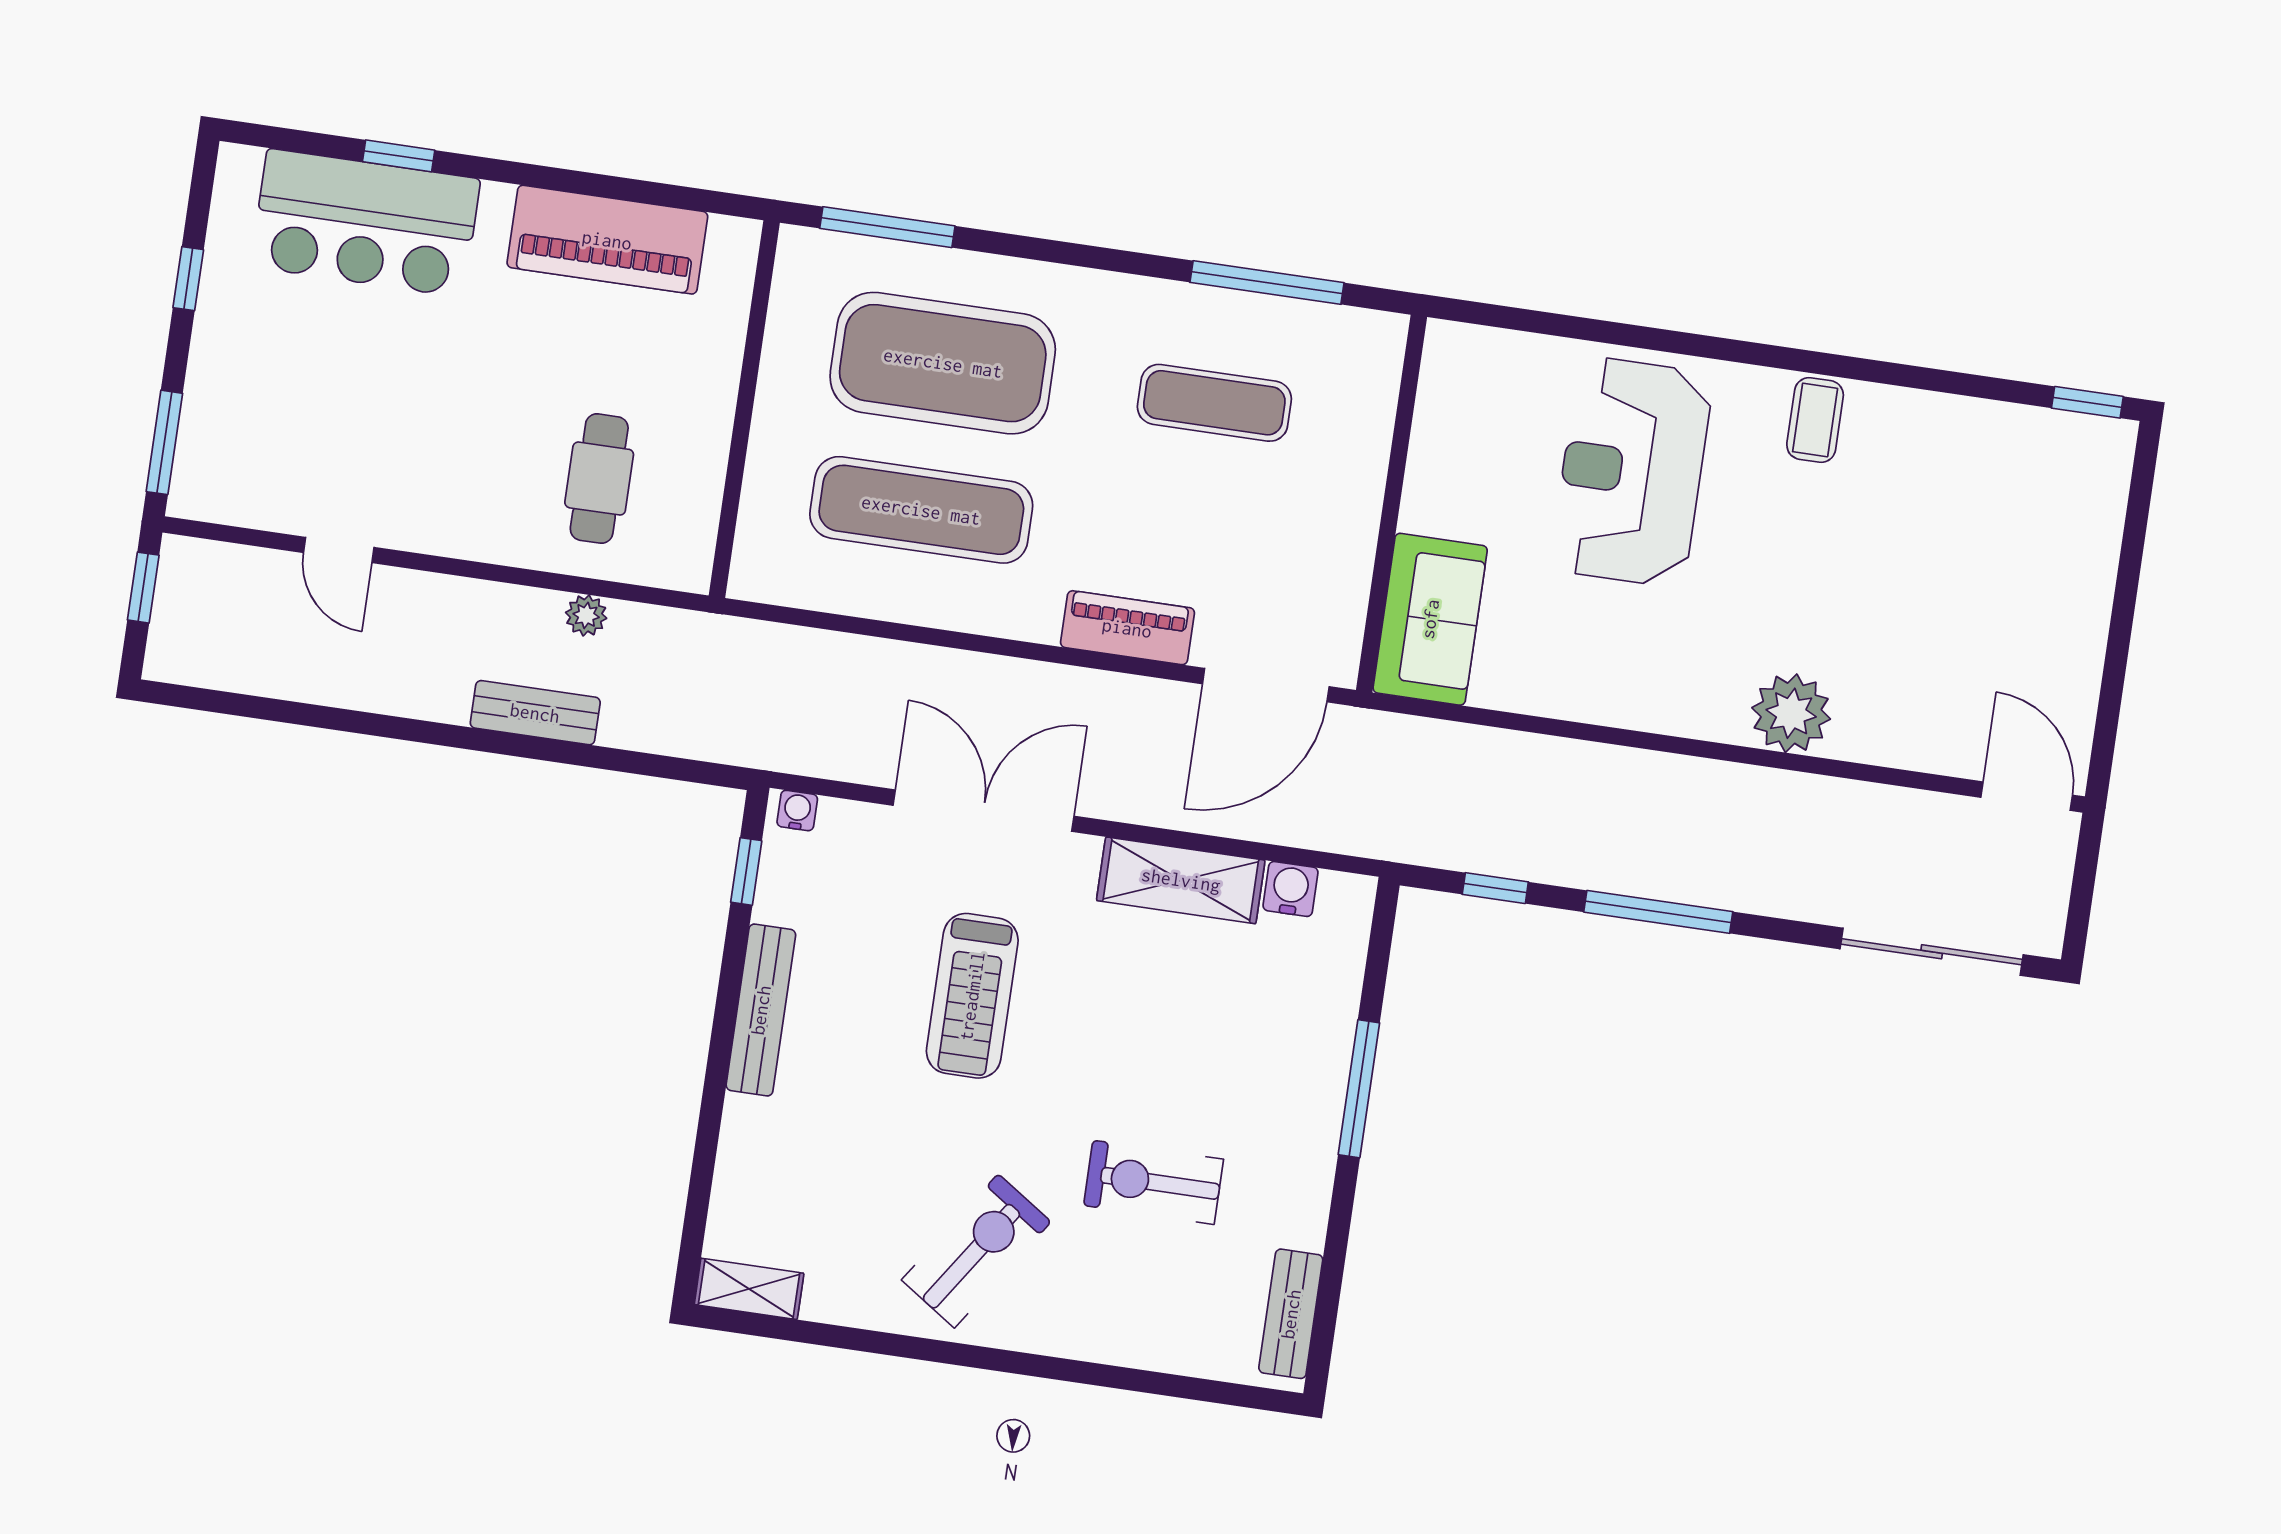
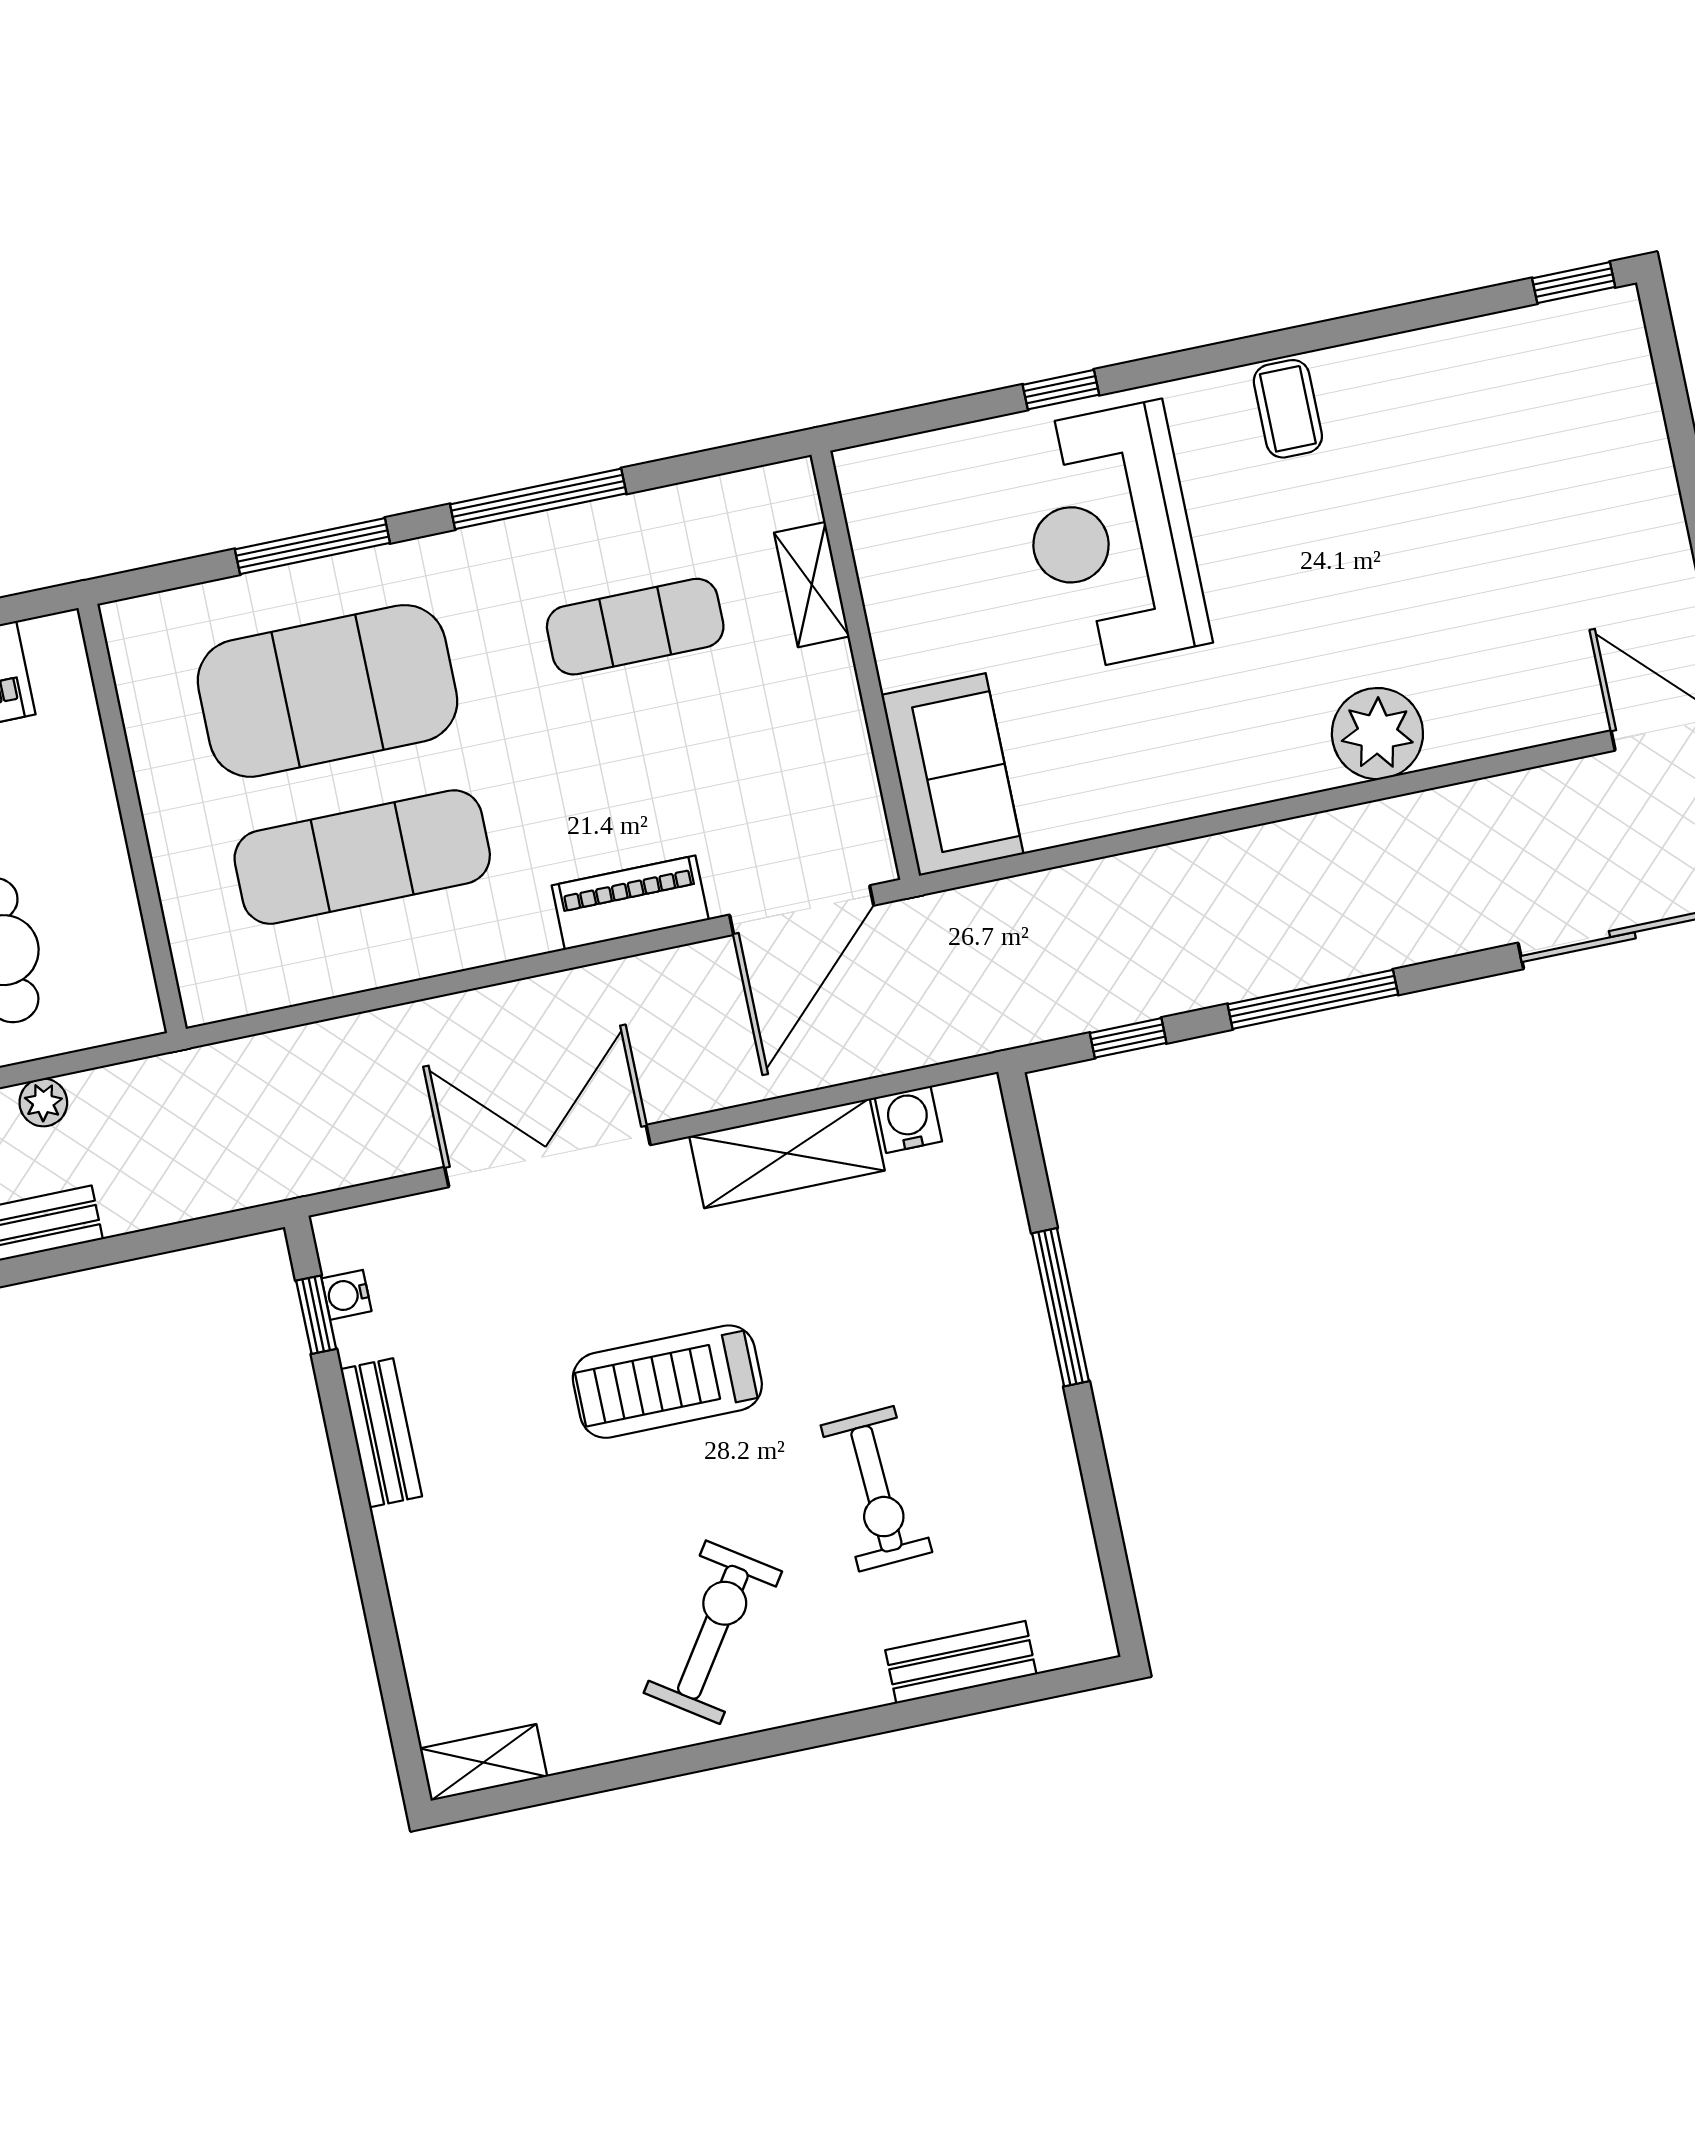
window: (887, 227) -> (312, 546), moved
window: (1267, 283) -> (538, 499), moved
window: (1635, 336) -> (1061, 390), added
shelving: (1372, 421) -> (812, 585), added
water cooler: (797, 811) -> (347, 1295), moved, turned -90
treadmill: (972, 996) -> (667, 1382), moved, turned 90
bench: (761, 1010) -> (381, 1433), width x0.73
exercise bike: (1154, 1182) -> (876, 1489), turned -93
bench: (1291, 1314) -> (961, 1662), moved, turned 90

